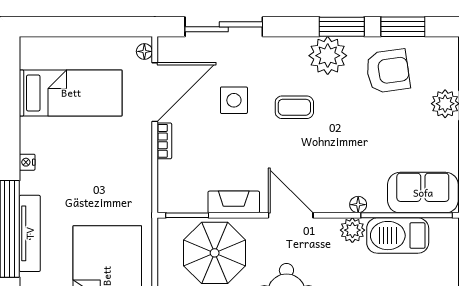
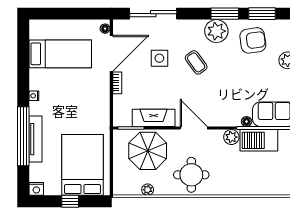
coffee table: (294, 107) -> (196, 62), turned 54
fireplace: (234, 202) -> (154, 118), width x1.37, depth x1.32
floor lamp: (358, 205) -> (247, 122), moved

